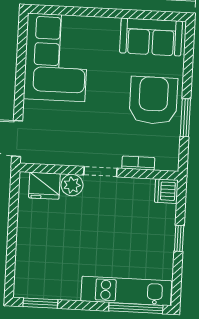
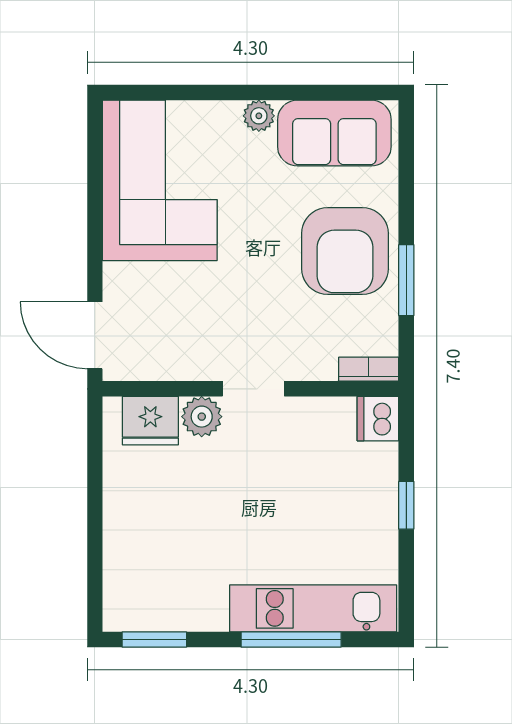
plant: (111, 26) -> (259, 116), added
armchair: (153, 100) -> (345, 251), turned 180
bookcase: (138, 163) -> (369, 369), moved
window: (136, 308) -> (291, 639), moved

